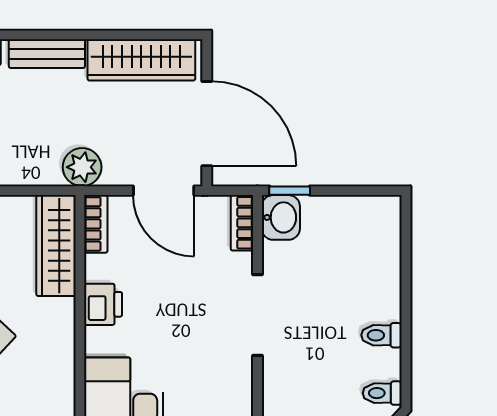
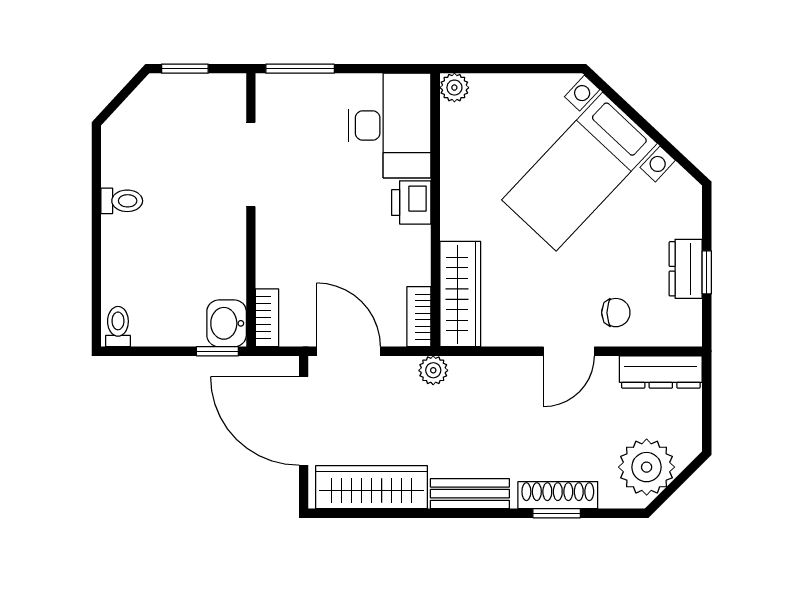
plant: (82, 167) -> (433, 370), width x0.73, depth x0.73
printer: (103, 304) -> (411, 202), moved
doorway: (257, 315) -> (251, 165), moved
toilet: (382, 393) -> (118, 327), moved, turned -90

